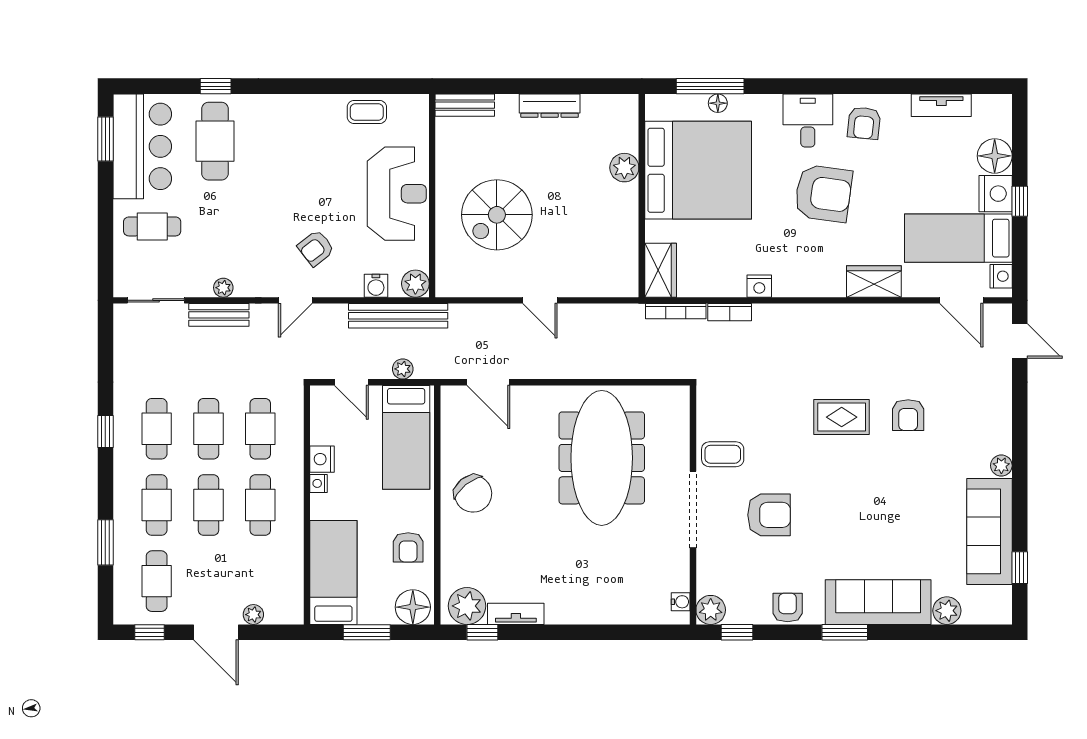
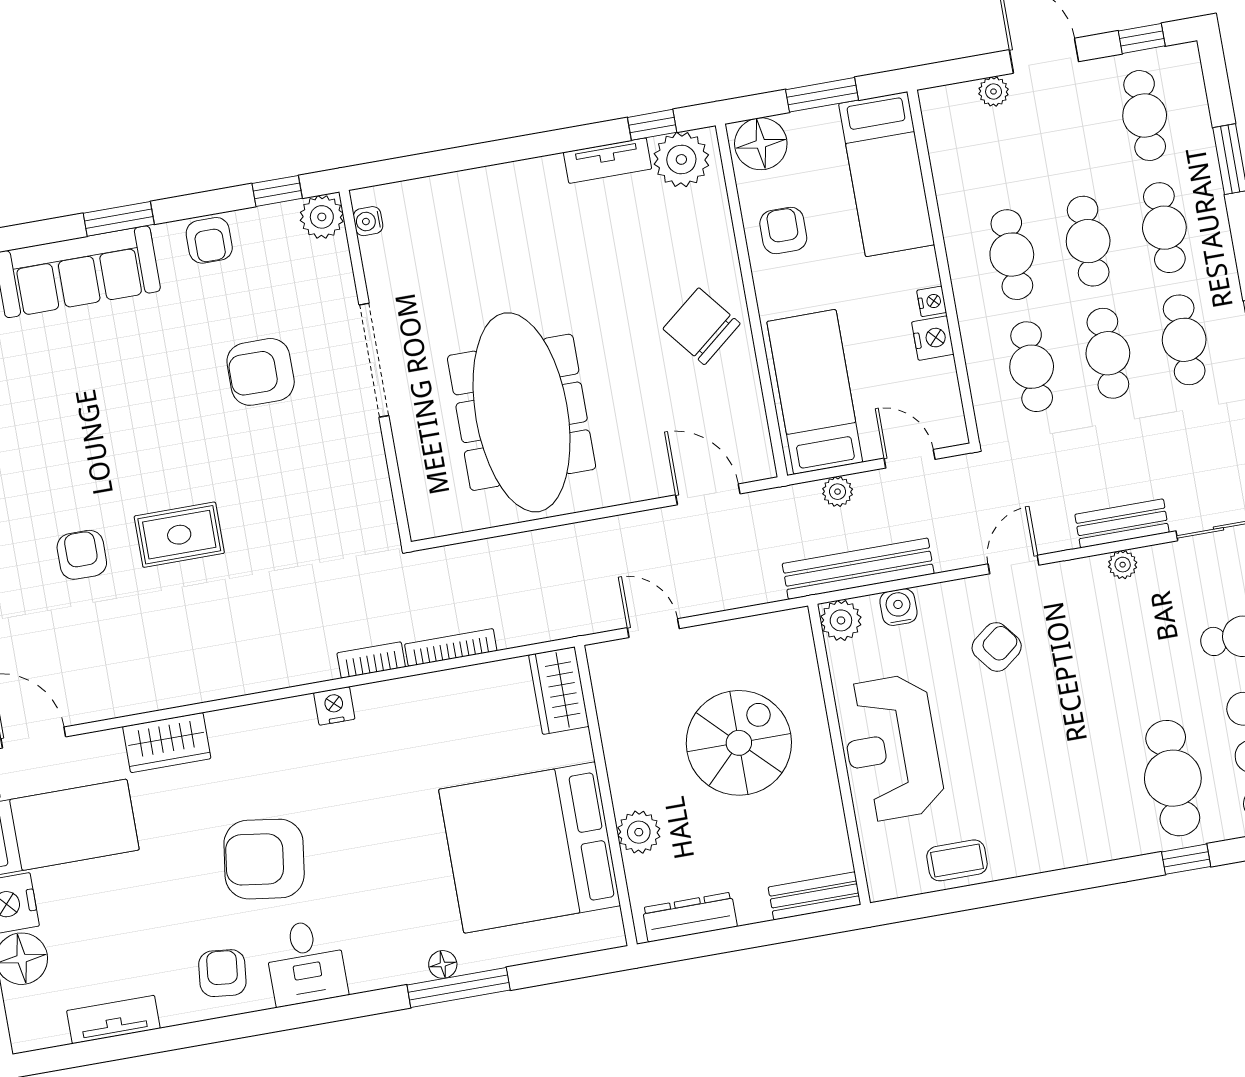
plant: (624, 168) -> (639, 832), moved
bed: (698, 170) -> (530, 847), moved
wall: (642, 196) -> (606, 796), moved
wardrobe: (661, 270) -> (559, 691), moved
coffee table: (723, 454) -> (345, 449), removed

